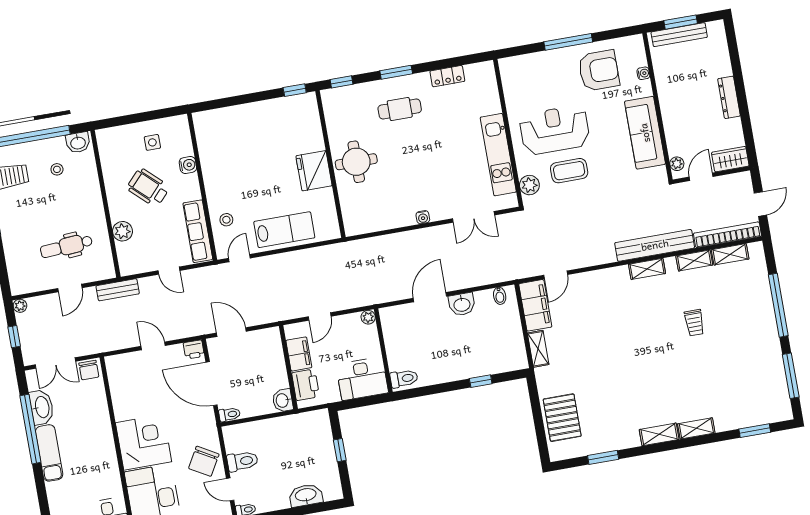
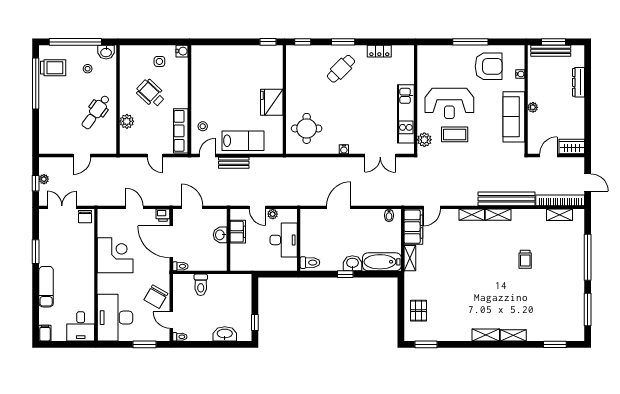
dresser: (729, 97) -> (579, 82), moved
cafe table: (400, 109) -> (341, 69), turned -45
reception desk: (555, 130) -> (449, 103), turned 180
round table: (356, 162) -> (307, 128), moved
plant: (677, 164) -> (533, 107), moved
water cooler: (188, 165) -> (182, 51), moved
door: (760, 204) -> (588, 182), hinge flipped
dental chair: (66, 246) -> (96, 112), moved, turned -50
shelving: (694, 261) -> (472, 215), moved
bench: (118, 290) -> (234, 163), moved
washbasin: (462, 304) -> (352, 263), moved, turned 180
plant: (20, 306) -> (44, 179), moved
door: (320, 316) -> (257, 207), hinge flipped
plant: (368, 317) -> (273, 214), moved
bathtub: (501, 360) -> (382, 262), added
double door: (55, 363) -> (62, 207), swing flipped
desk: (362, 379) -> (284, 240), moved, turned -90
window: (481, 381) -> (345, 274), moved
printer: (306, 385) -> (239, 255), removed
washbasin: (283, 400) -> (220, 235), moved
washbasin: (42, 407) -> (47, 237), removed
pallet: (562, 418) -> (418, 311), width x0.67, depth x0.71
window: (30, 429) -> (36, 252), width x0.47
corner desk: (144, 442) -> (115, 255), moved
window: (340, 450) -> (255, 323), moved
exam couch: (49, 453) -> (46, 287), moved
window: (603, 457) -> (426, 344), moved
toilet: (242, 461) -> (201, 285), moved, turned 90

